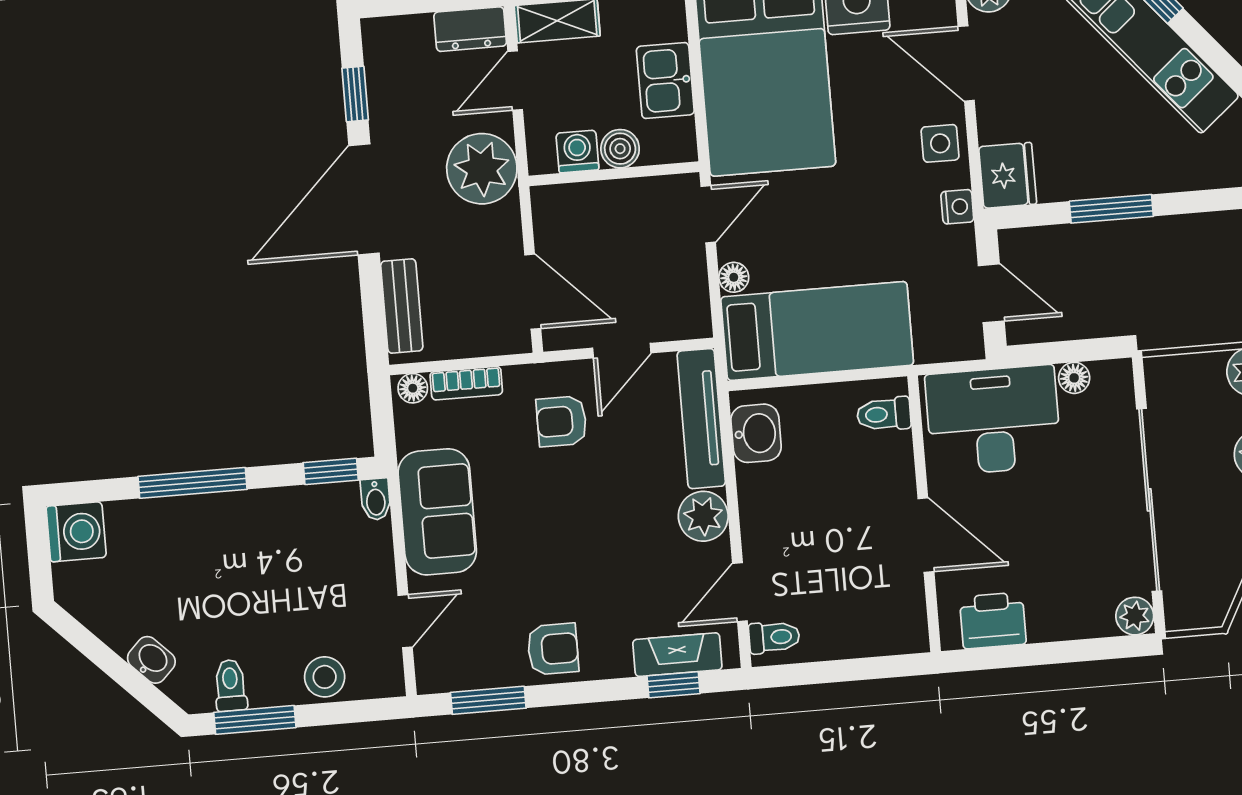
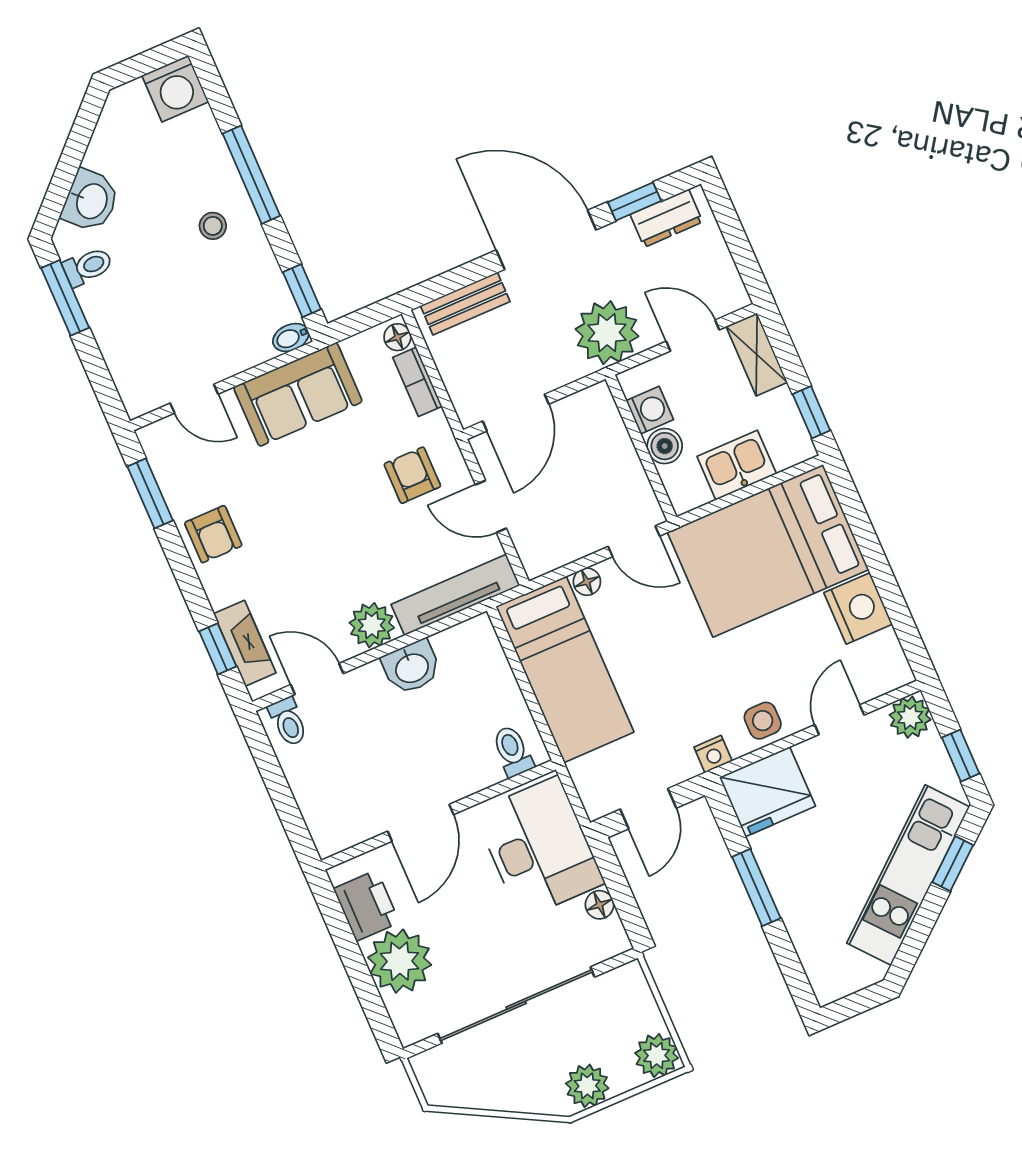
dresser: (470, 29) -> (666, 218), moved, turned -90
door: (966, 63) -> (839, 720), width x0.73
fridge: (1008, 175) -> (767, 792), width x1.36, depth x1.34
washbasin: (756, 433) -> (411, 667), moved
plant: (1135, 616) -> (400, 961), moved, width x1.88, depth x1.88
washbasin: (151, 660) -> (91, 201), width x1.38, depth x1.45
stool: (325, 677) -> (213, 226), moved, width x0.73, depth x0.73

